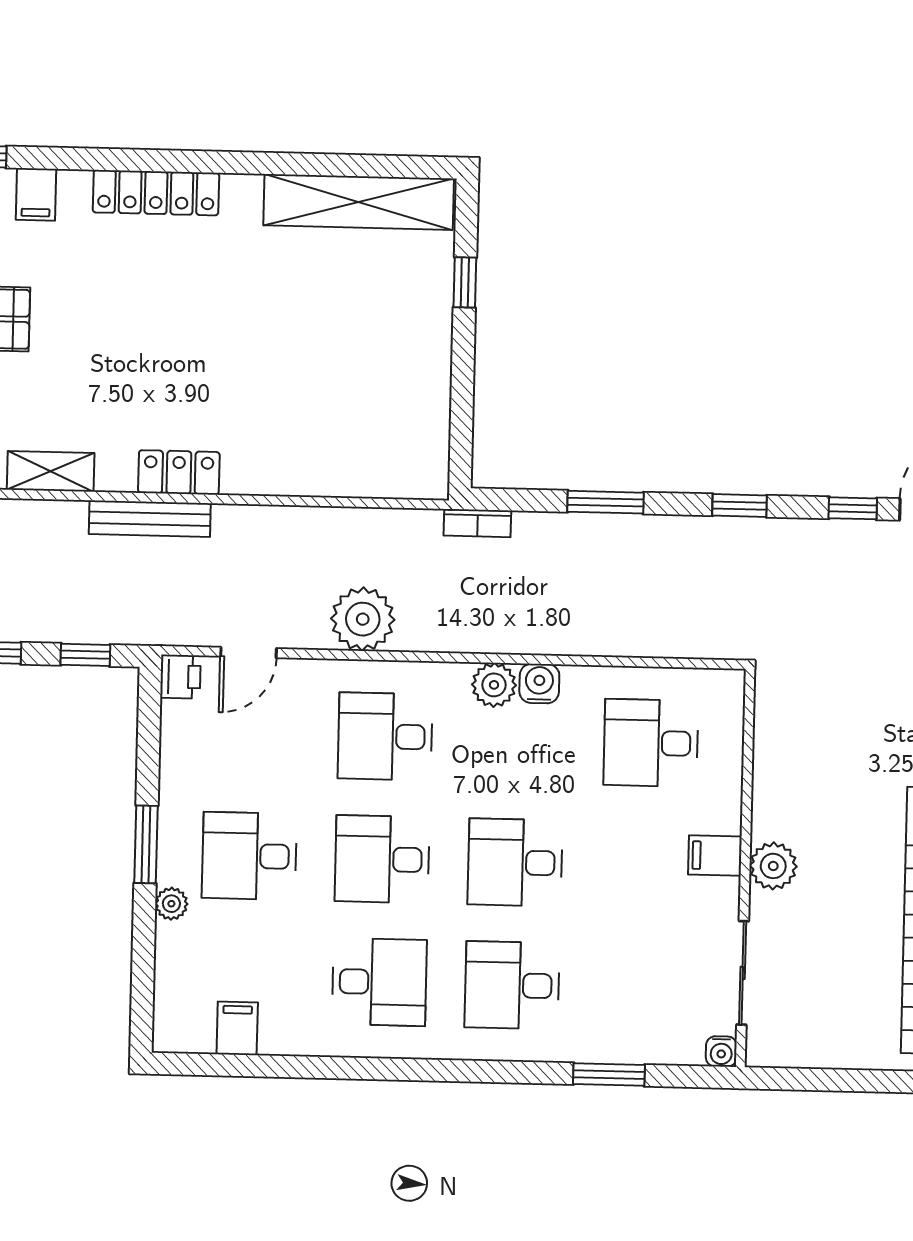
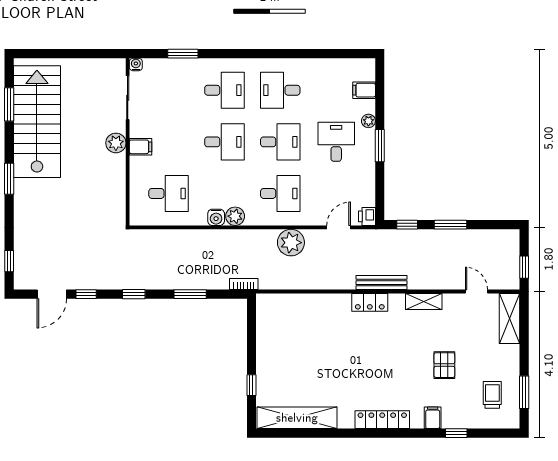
desk: (249, 856) -> (336, 142), turned -90
filing cabinet: (237, 1028) -> (364, 90), moved, turned 90

